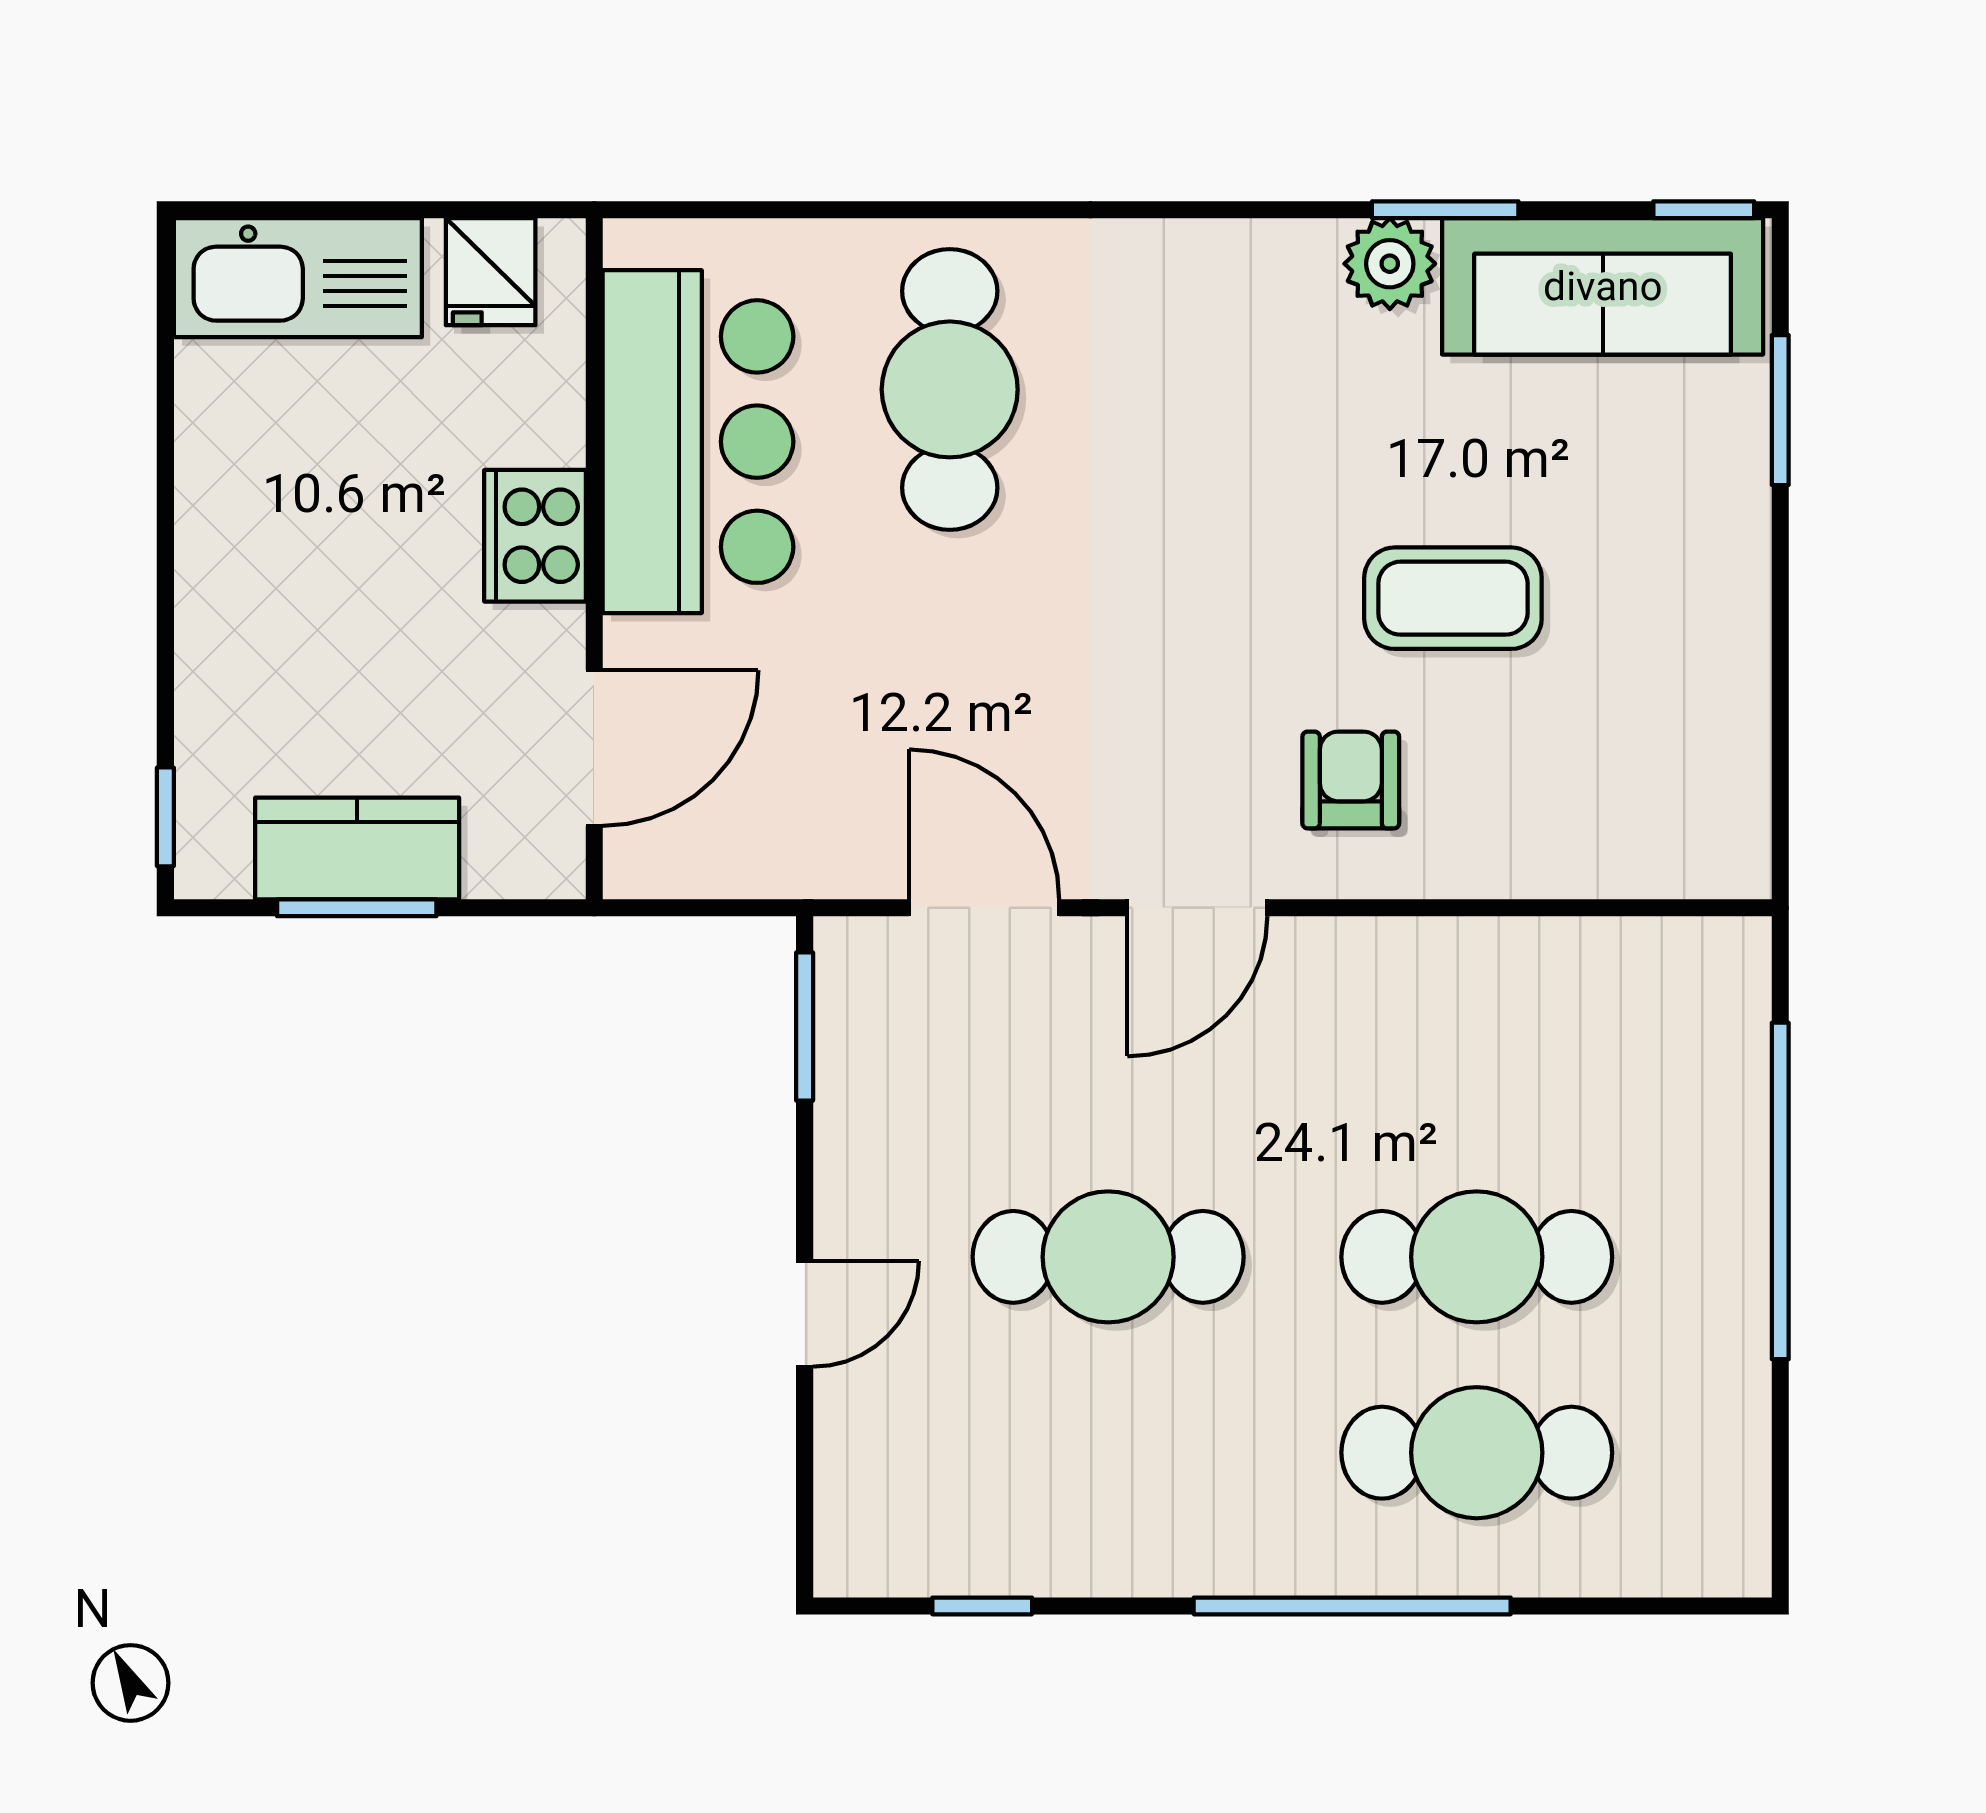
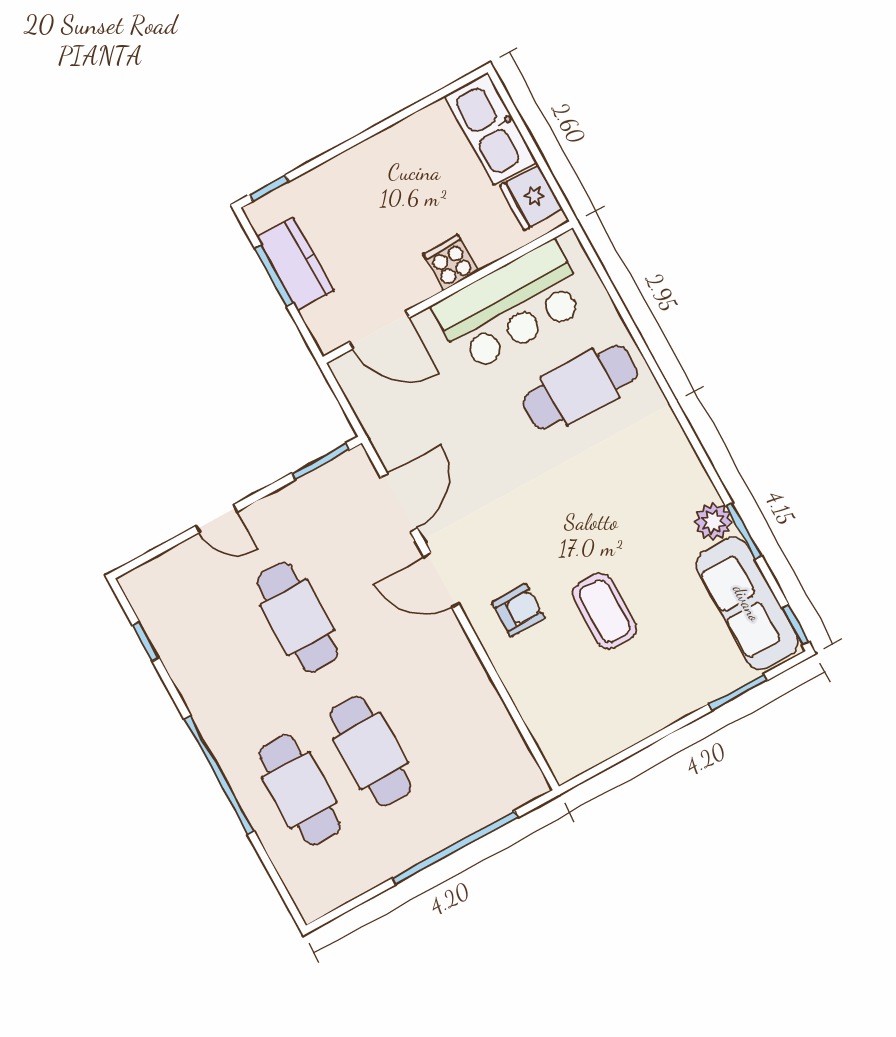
fridge: (491, 272) -> (531, 197), width x1.38
cooker: (535, 536) -> (451, 263), width x0.73

